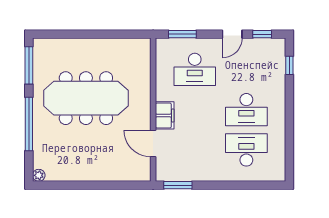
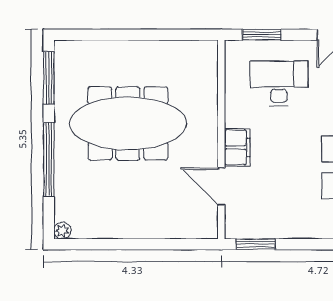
desk: (195, 69) -> (279, 84), turned 180

